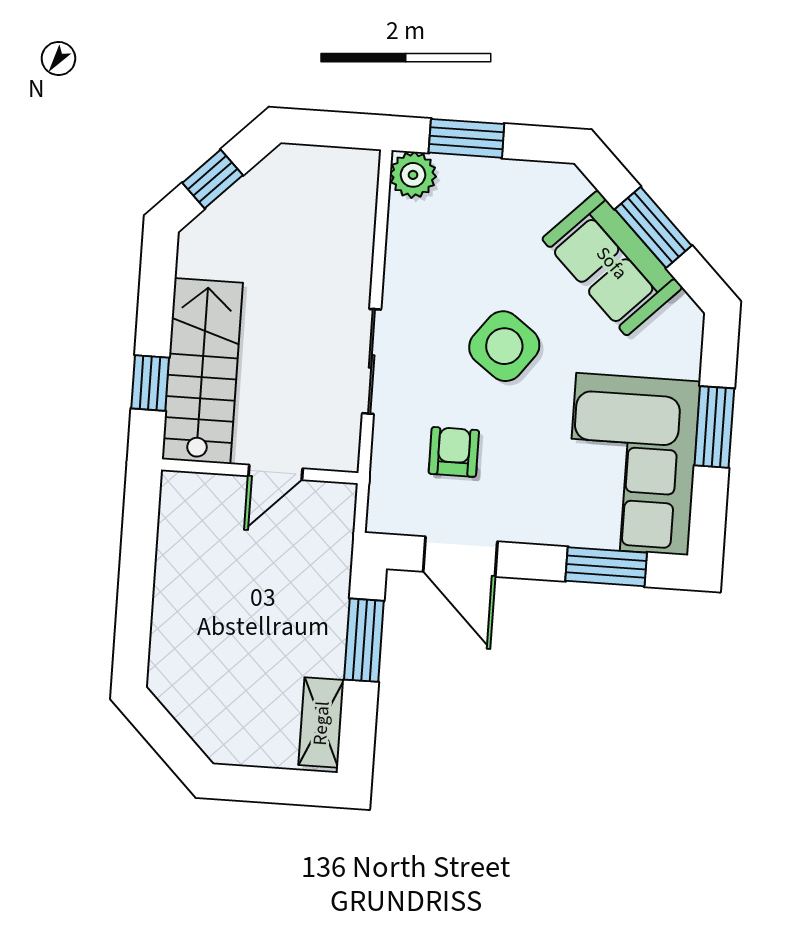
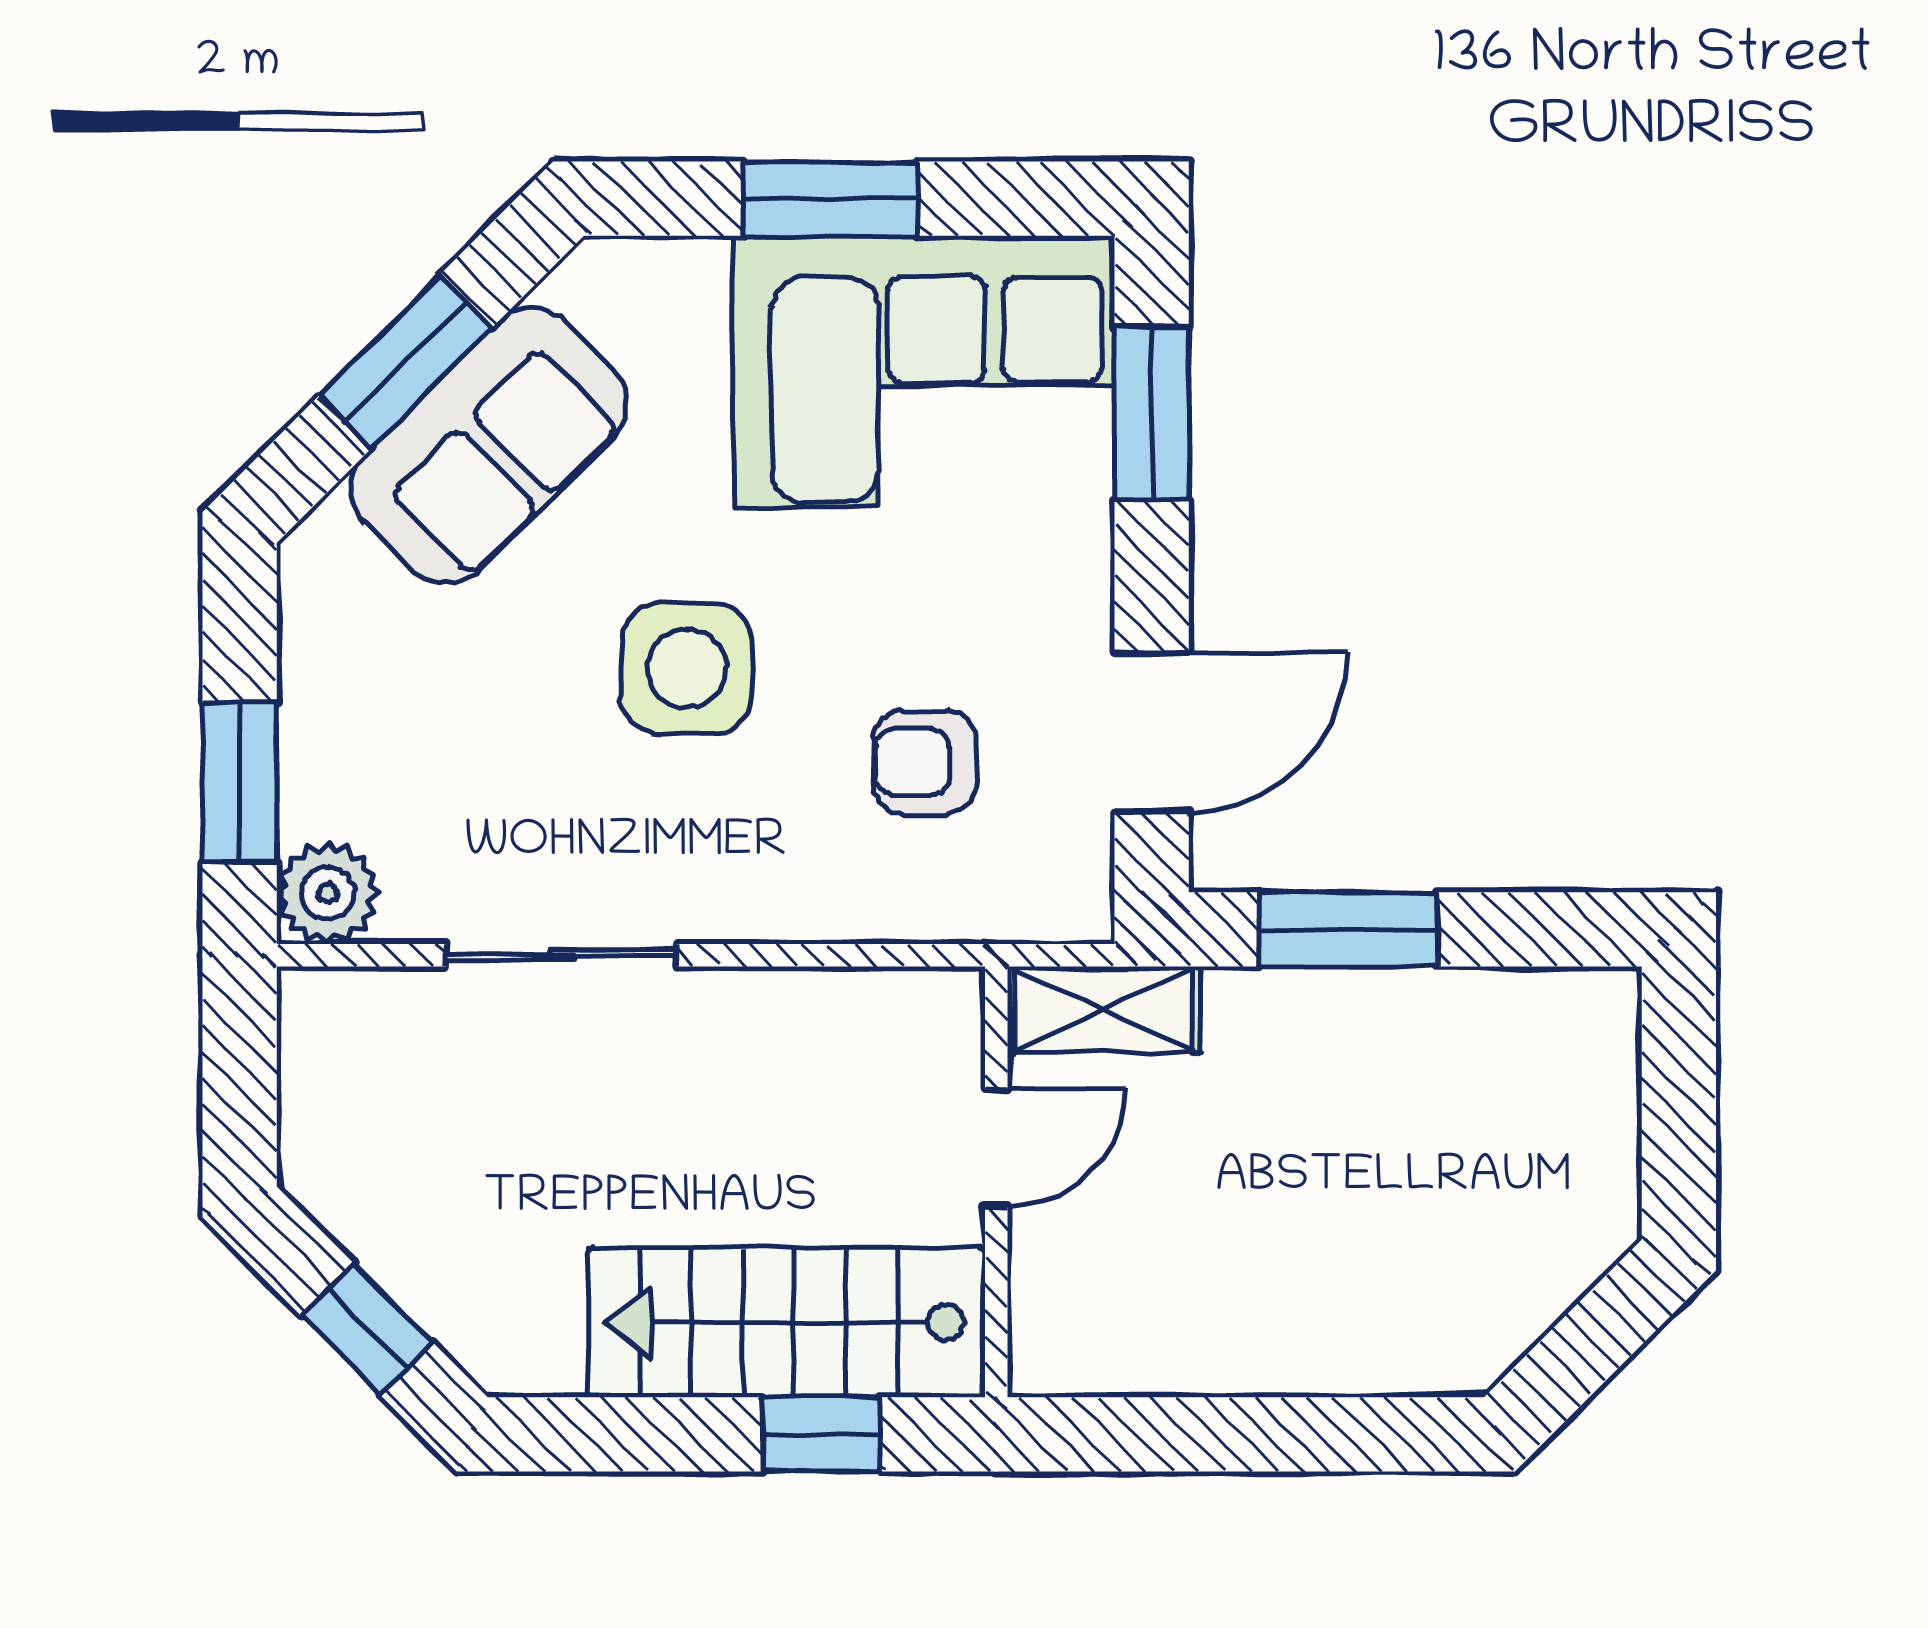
side table: (504, 346) -> (686, 669), turned -37
sliding door: (372, 361) -> (561, 955), moved
door: (275, 472) -> (996, 1148), hinge flipped
shelving: (321, 723) -> (1104, 1010), moved

